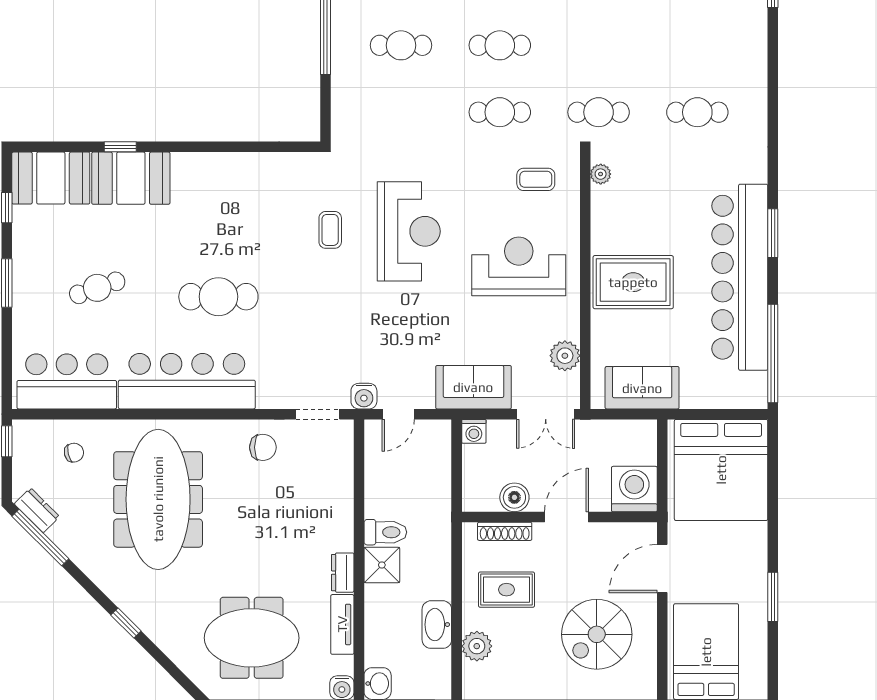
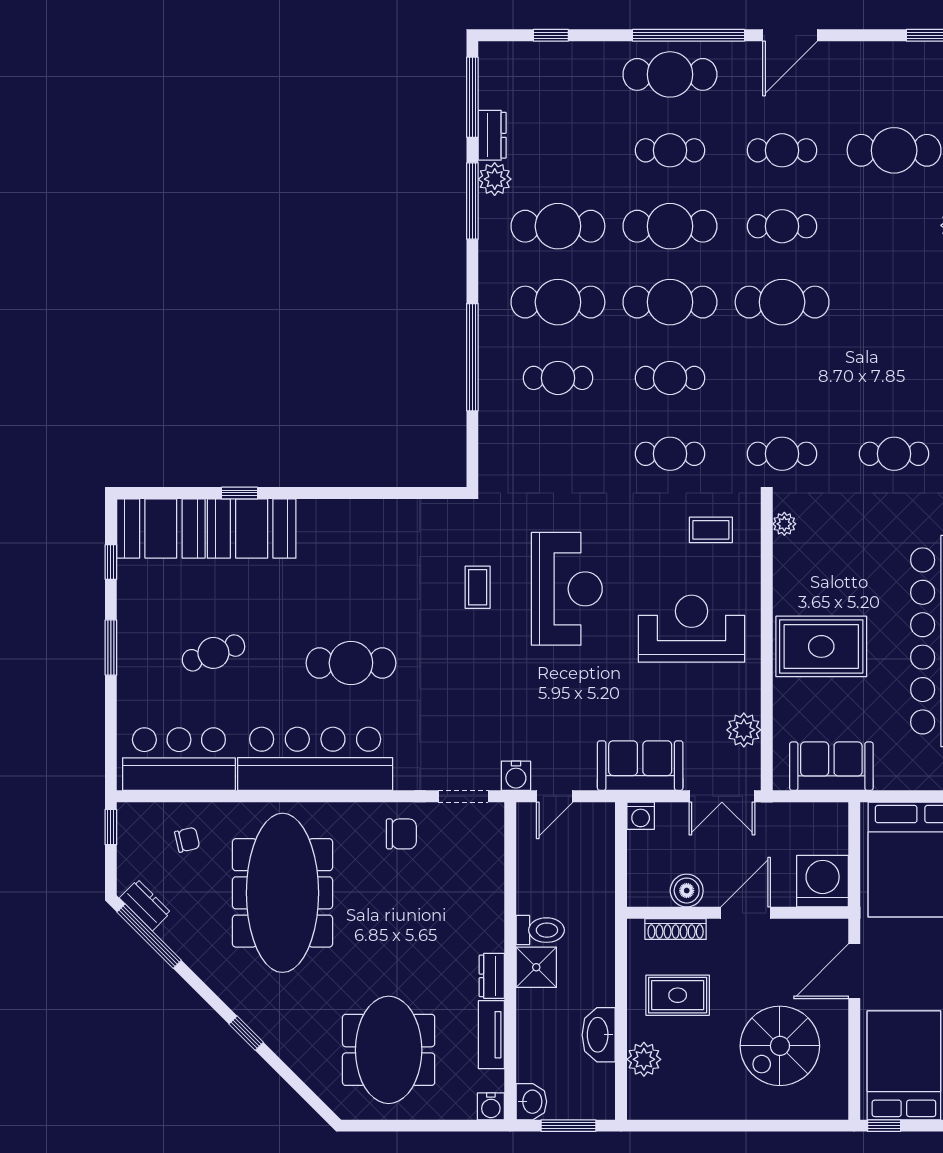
meeting table: (252, 638) -> (389, 1050), turned 90

